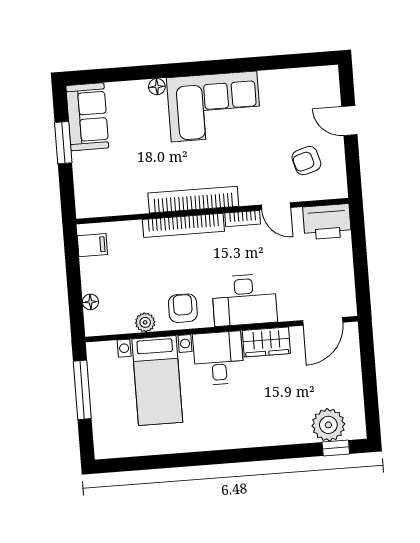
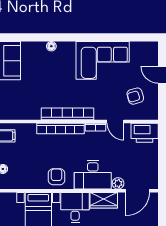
corner sofa: (214, 106) -> (103, 60), moved
plant: (145, 322) -> (118, 183), moved

